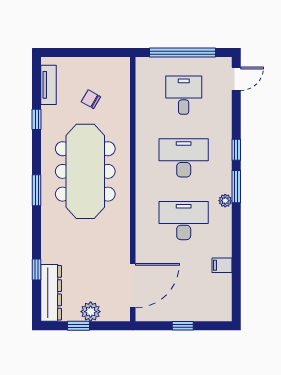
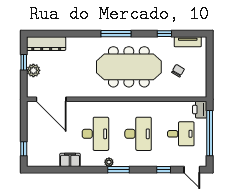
printer: (148, 67) -> (200, 110), added
window: (236, 150) -> (164, 170), moved
window: (37, 190) -> (116, 34), width x1.44
filing cabinet: (222, 265) -> (70, 160), width x2.00
window: (37, 270) -> (62, 34), removed
window: (183, 326) -> (24, 149), moved

